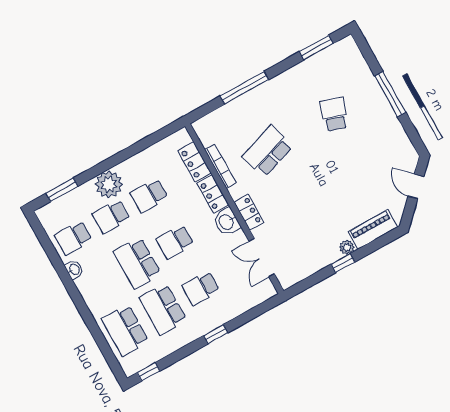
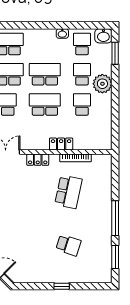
window: (244, 88) -> (115, 218), moved
window: (390, 94) -> (62, 286), width x0.46
school desk: (268, 151) -> (68, 192), turned 30
locker: (194, 162) -> (87, 144), removed
washbasin: (227, 222) -> (103, 36), moved, turned 180
school desk: (175, 242) -> (45, 104), width x1.85

